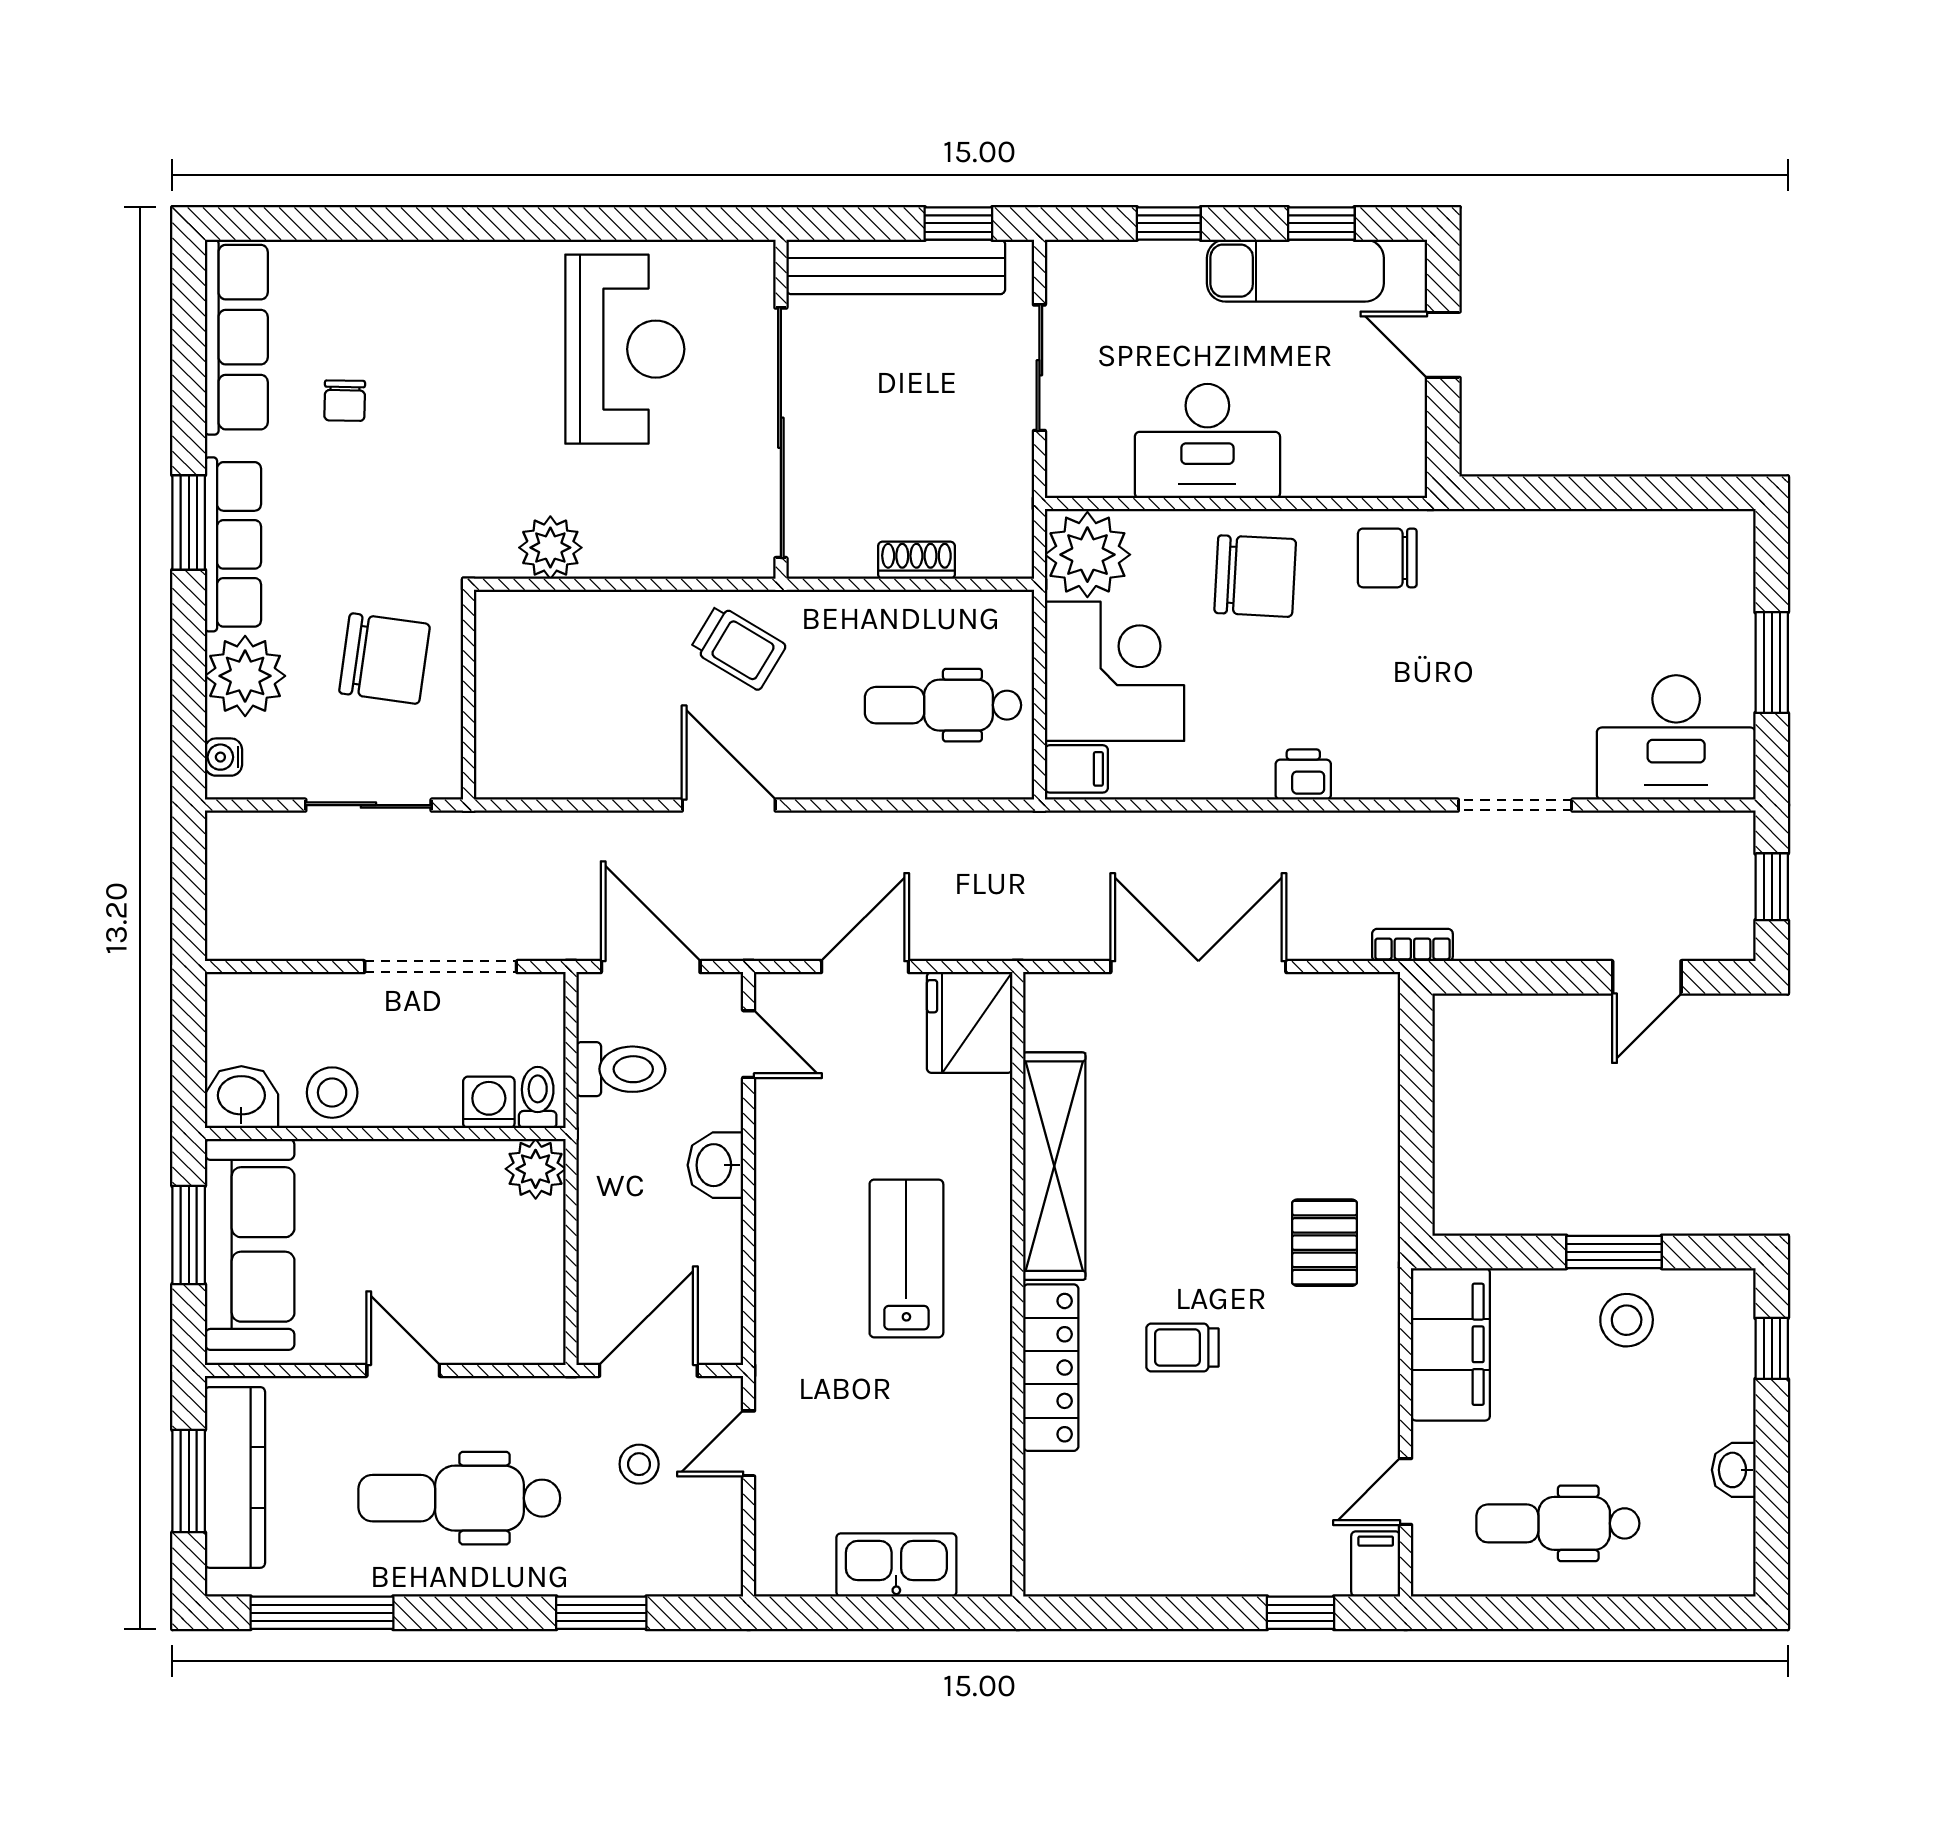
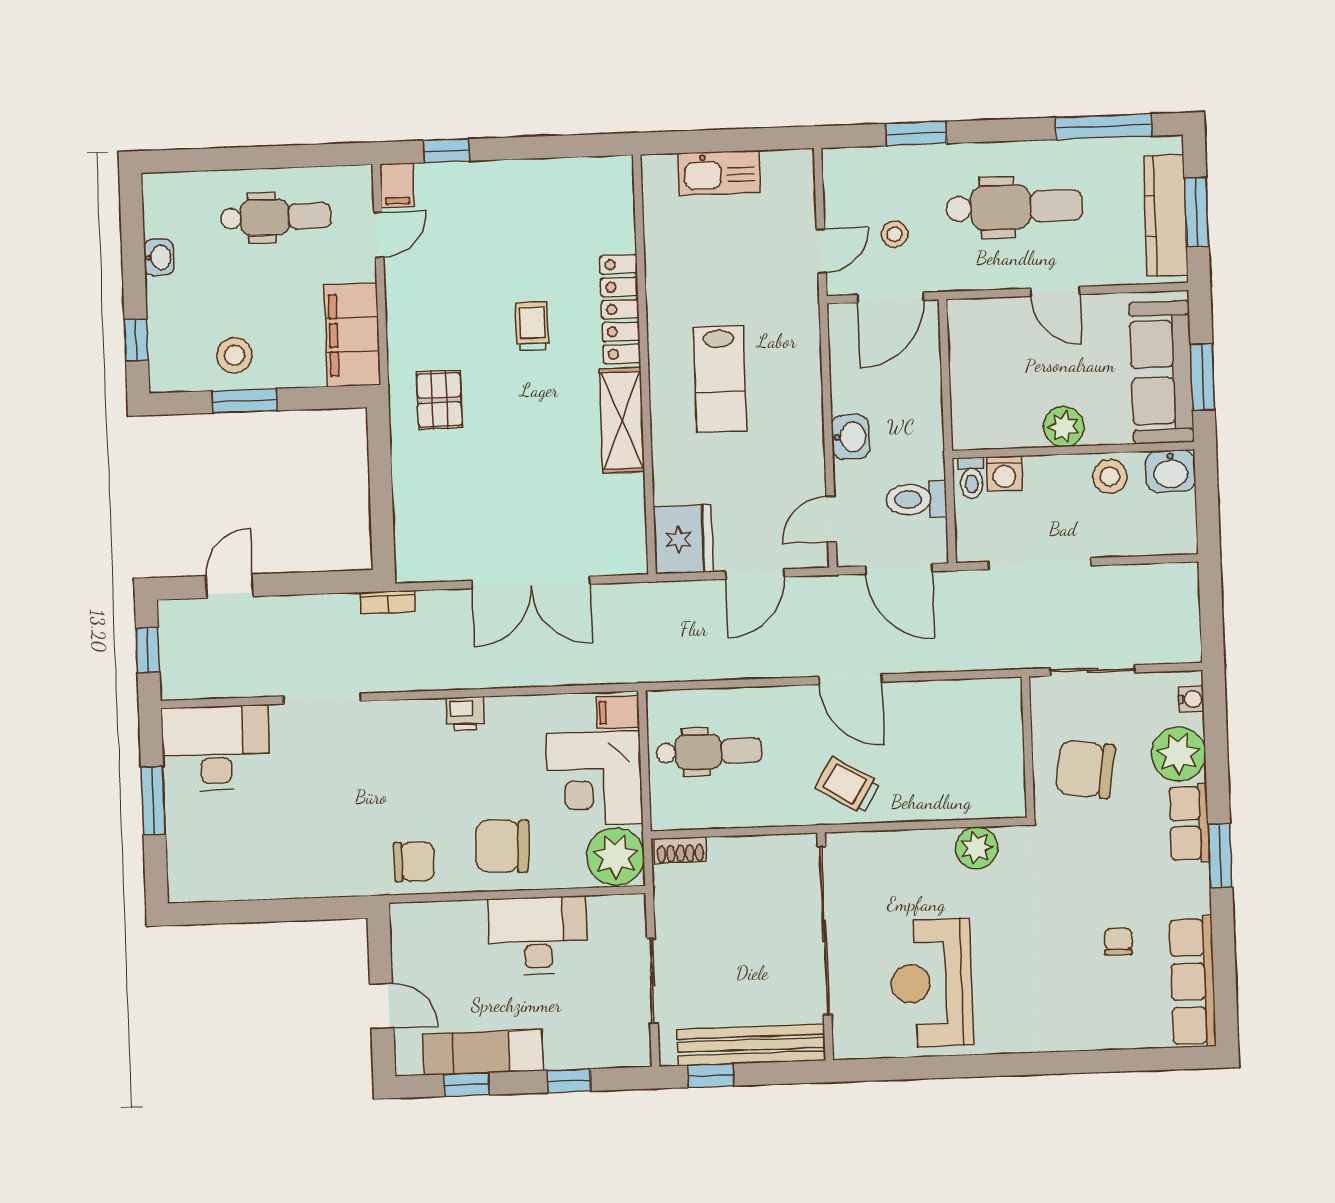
row of seats: (233, 544) -> (1189, 823), width x0.68
shoe rack: (916, 560) -> (680, 850), moved
door: (749, 1044) -> (831, 519), hinge flipped
shelving: (1054, 1166) -> (622, 420), width x0.68
plant: (536, 1169) -> (1064, 427), moved
trolley: (1182, 1347) -> (532, 326), turned -90

